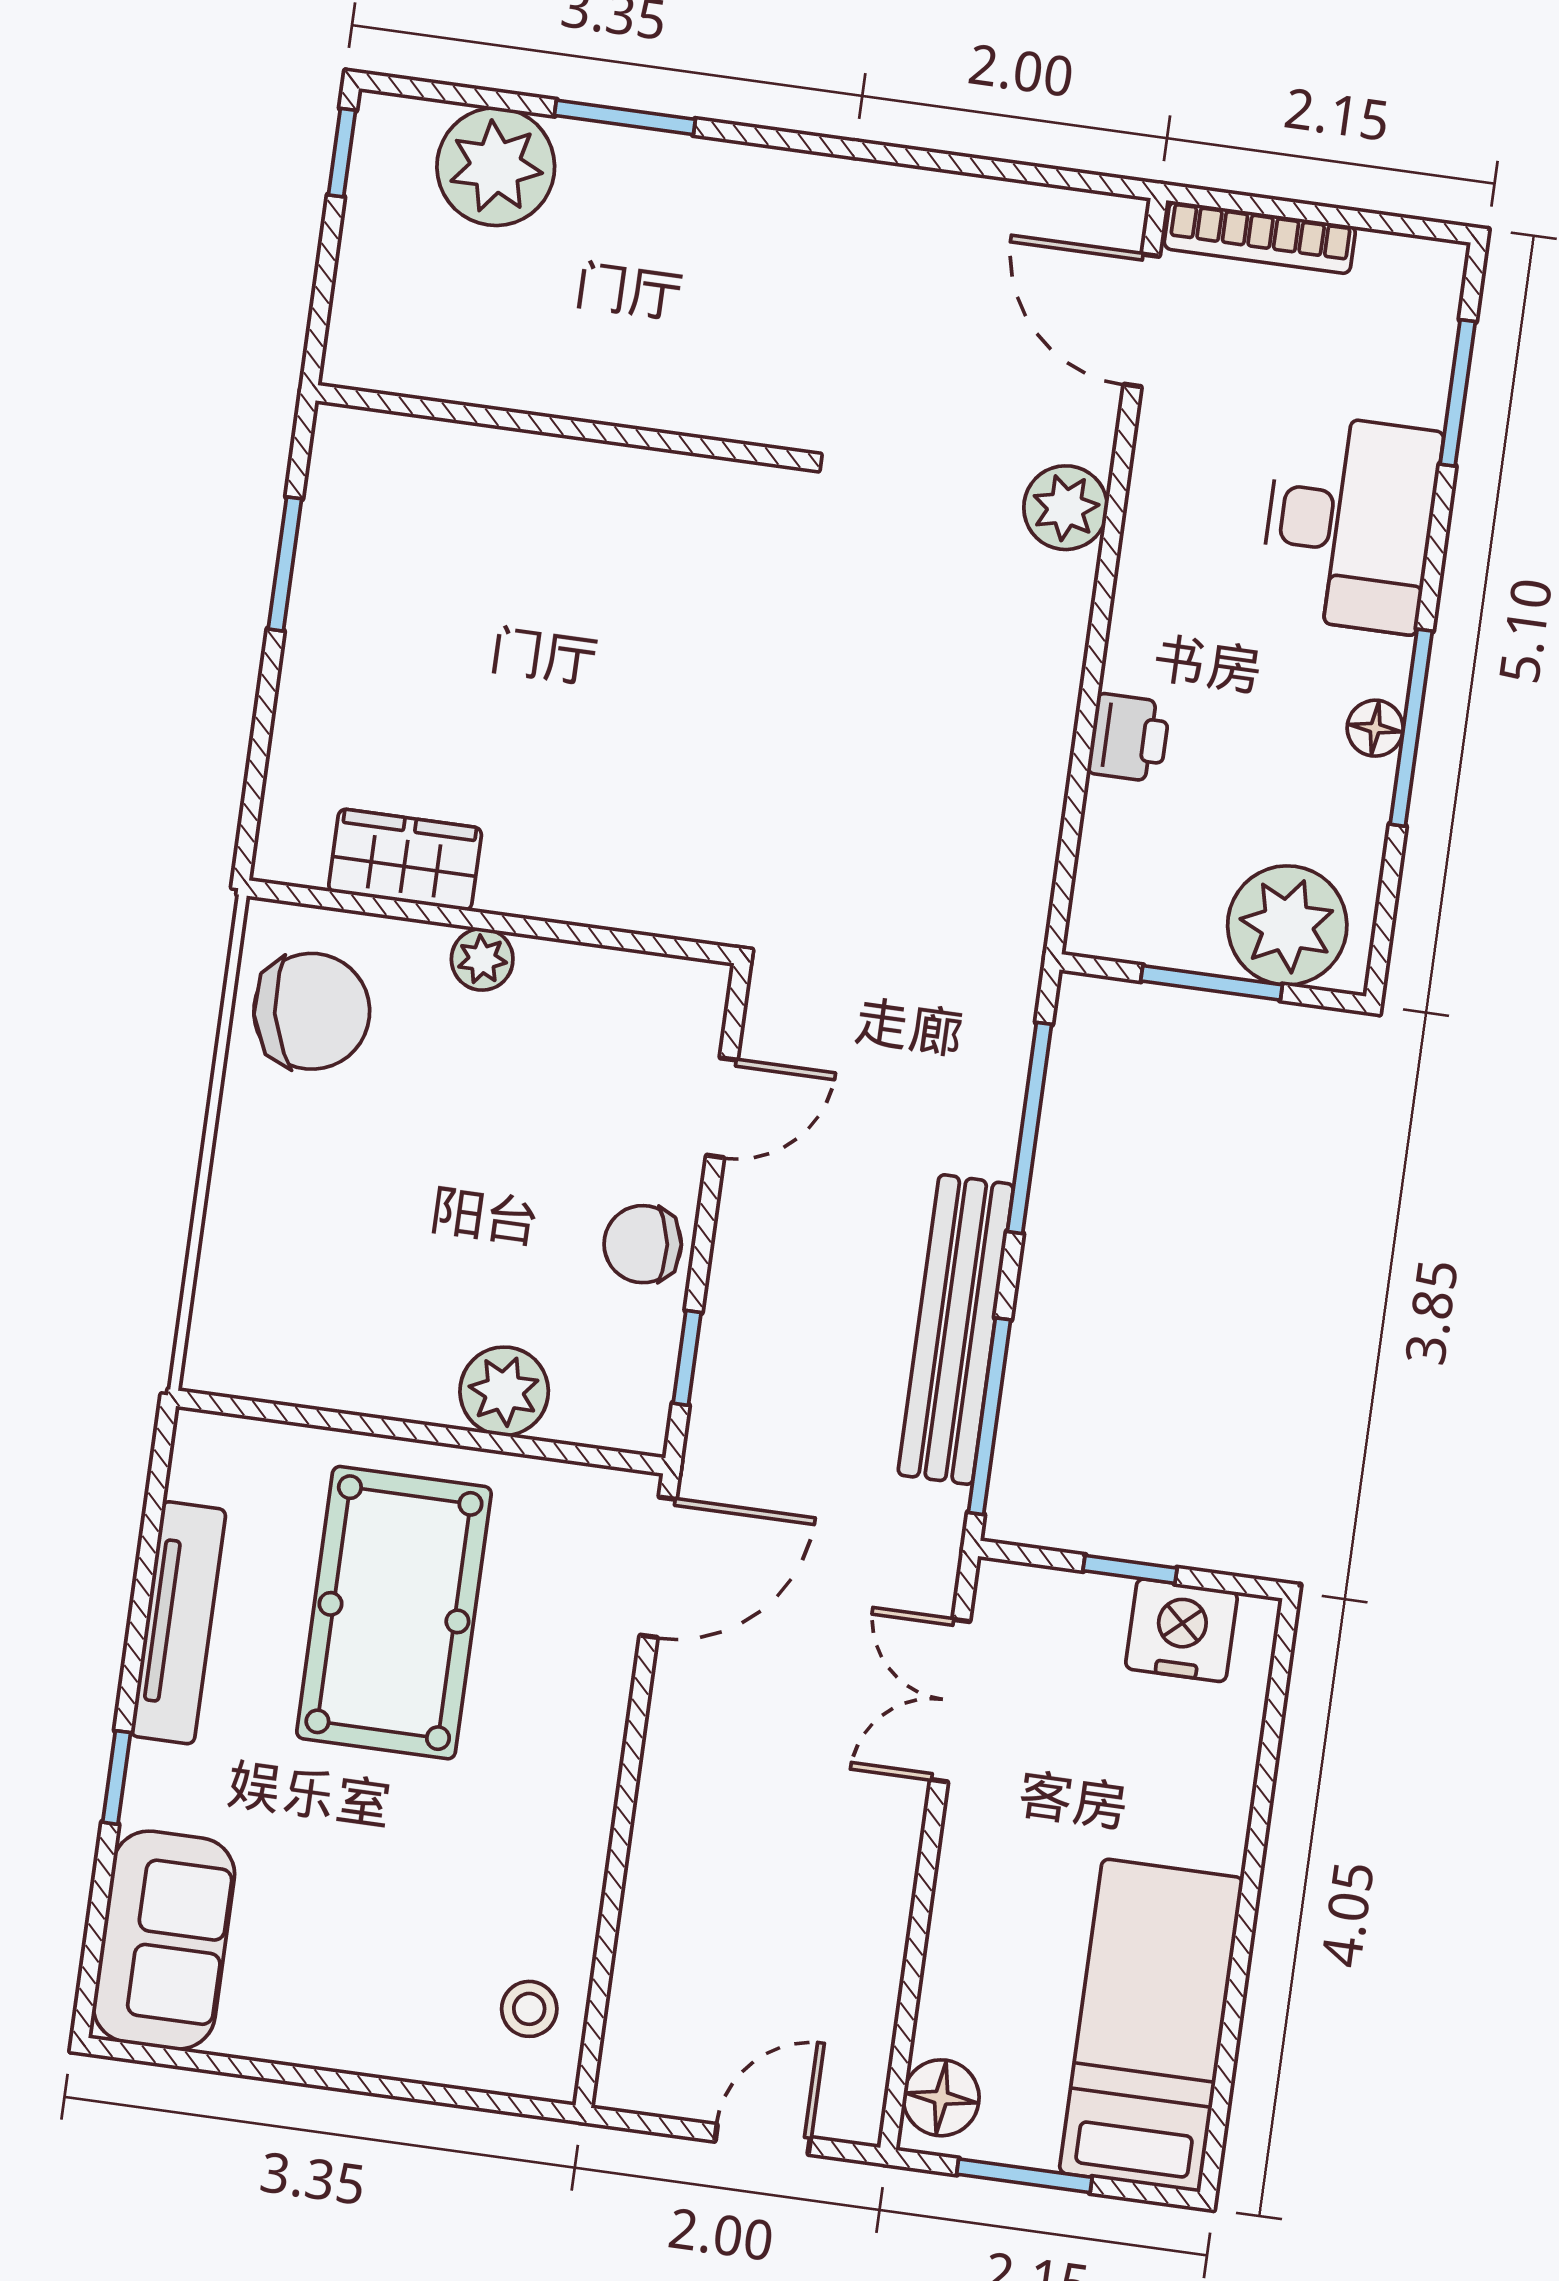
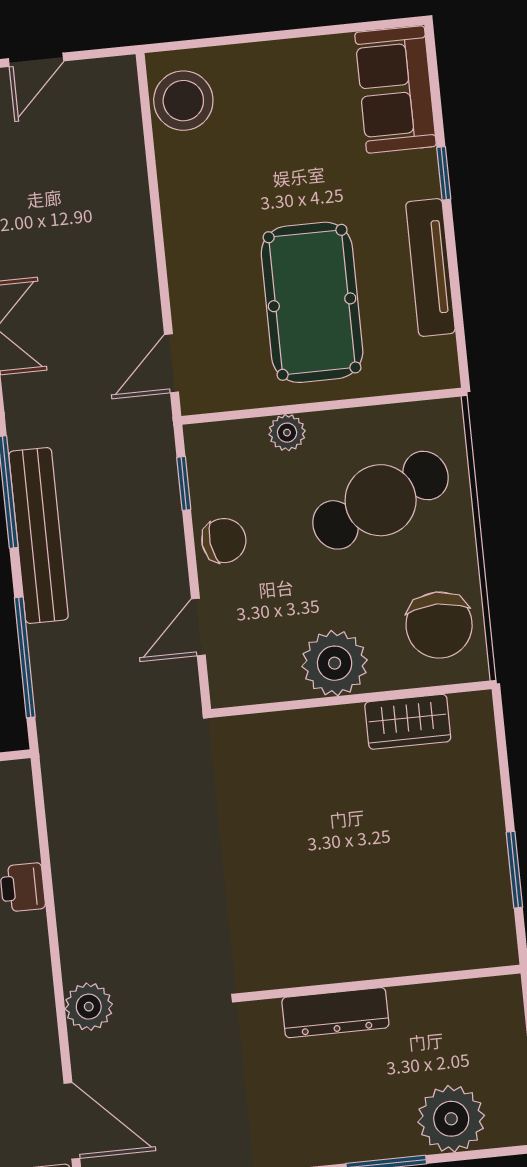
dresser: (649, 395) -> (335, 1013), added
plant: (482, 959) -> (335, 663), width x1.87, depth x1.87
chair: (312, 1011) -> (439, 625), turned -79
cafe table: (360, 1248) -> (381, 500), added
plant: (504, 1391) -> (287, 433), width x0.73, depth x0.73
door: (658, 1567) -> (172, 363), width x0.73
stool: (529, 2009) -> (183, 101), width x1.89, depth x1.89

